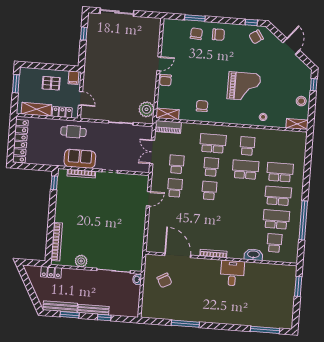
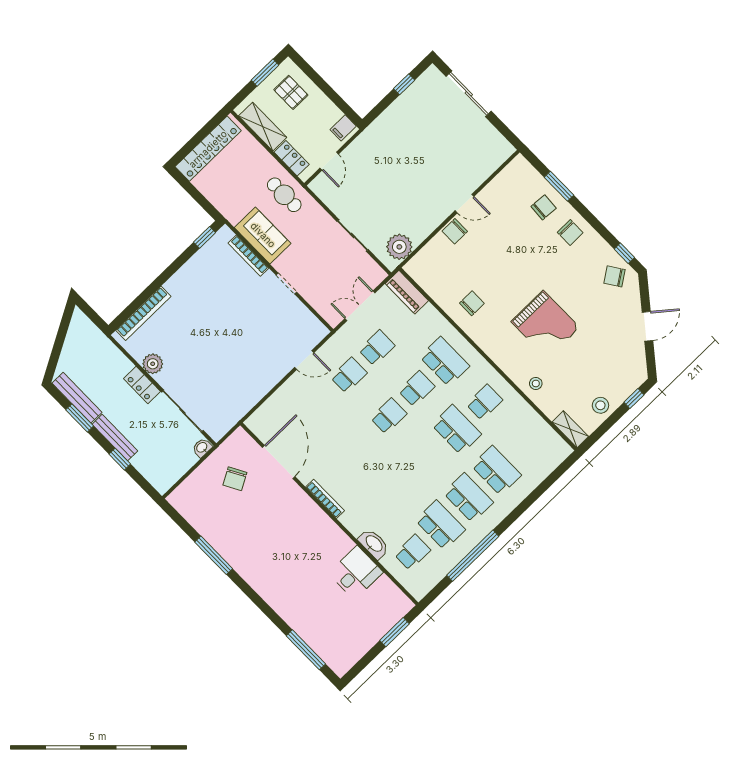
pallet: (51, 83) -> (291, 92), moved
shelving: (167, 114) -> (420, 275), removed
locker: (51, 272) -> (142, 385), moved
desk: (232, 273) -> (356, 573), moved

